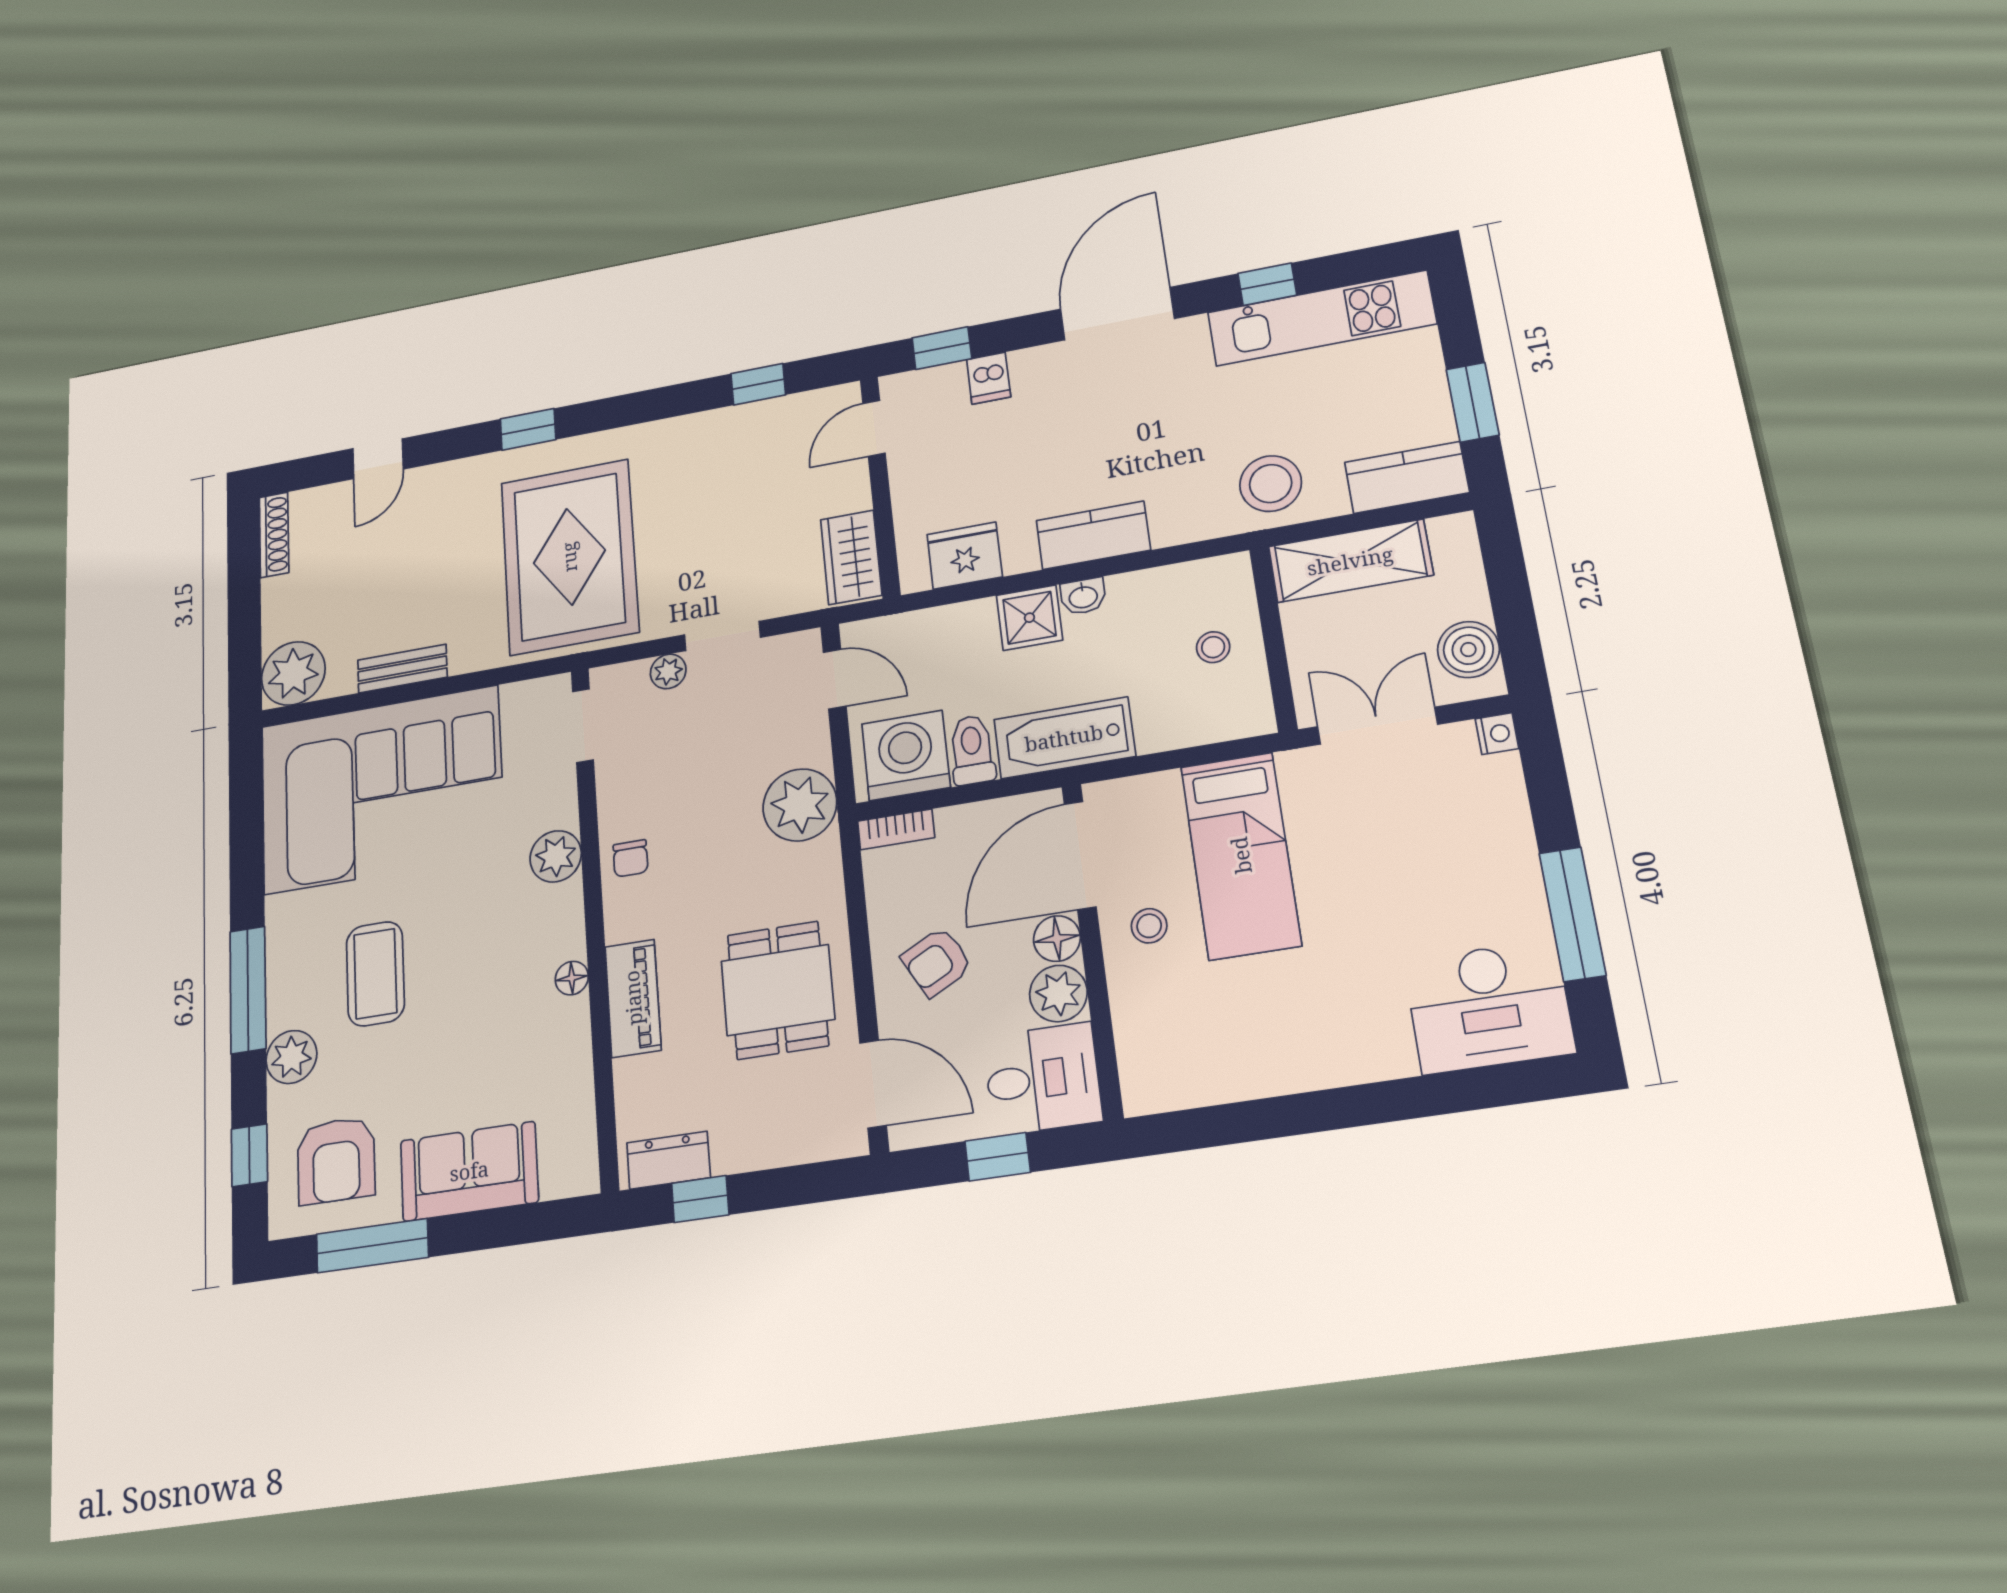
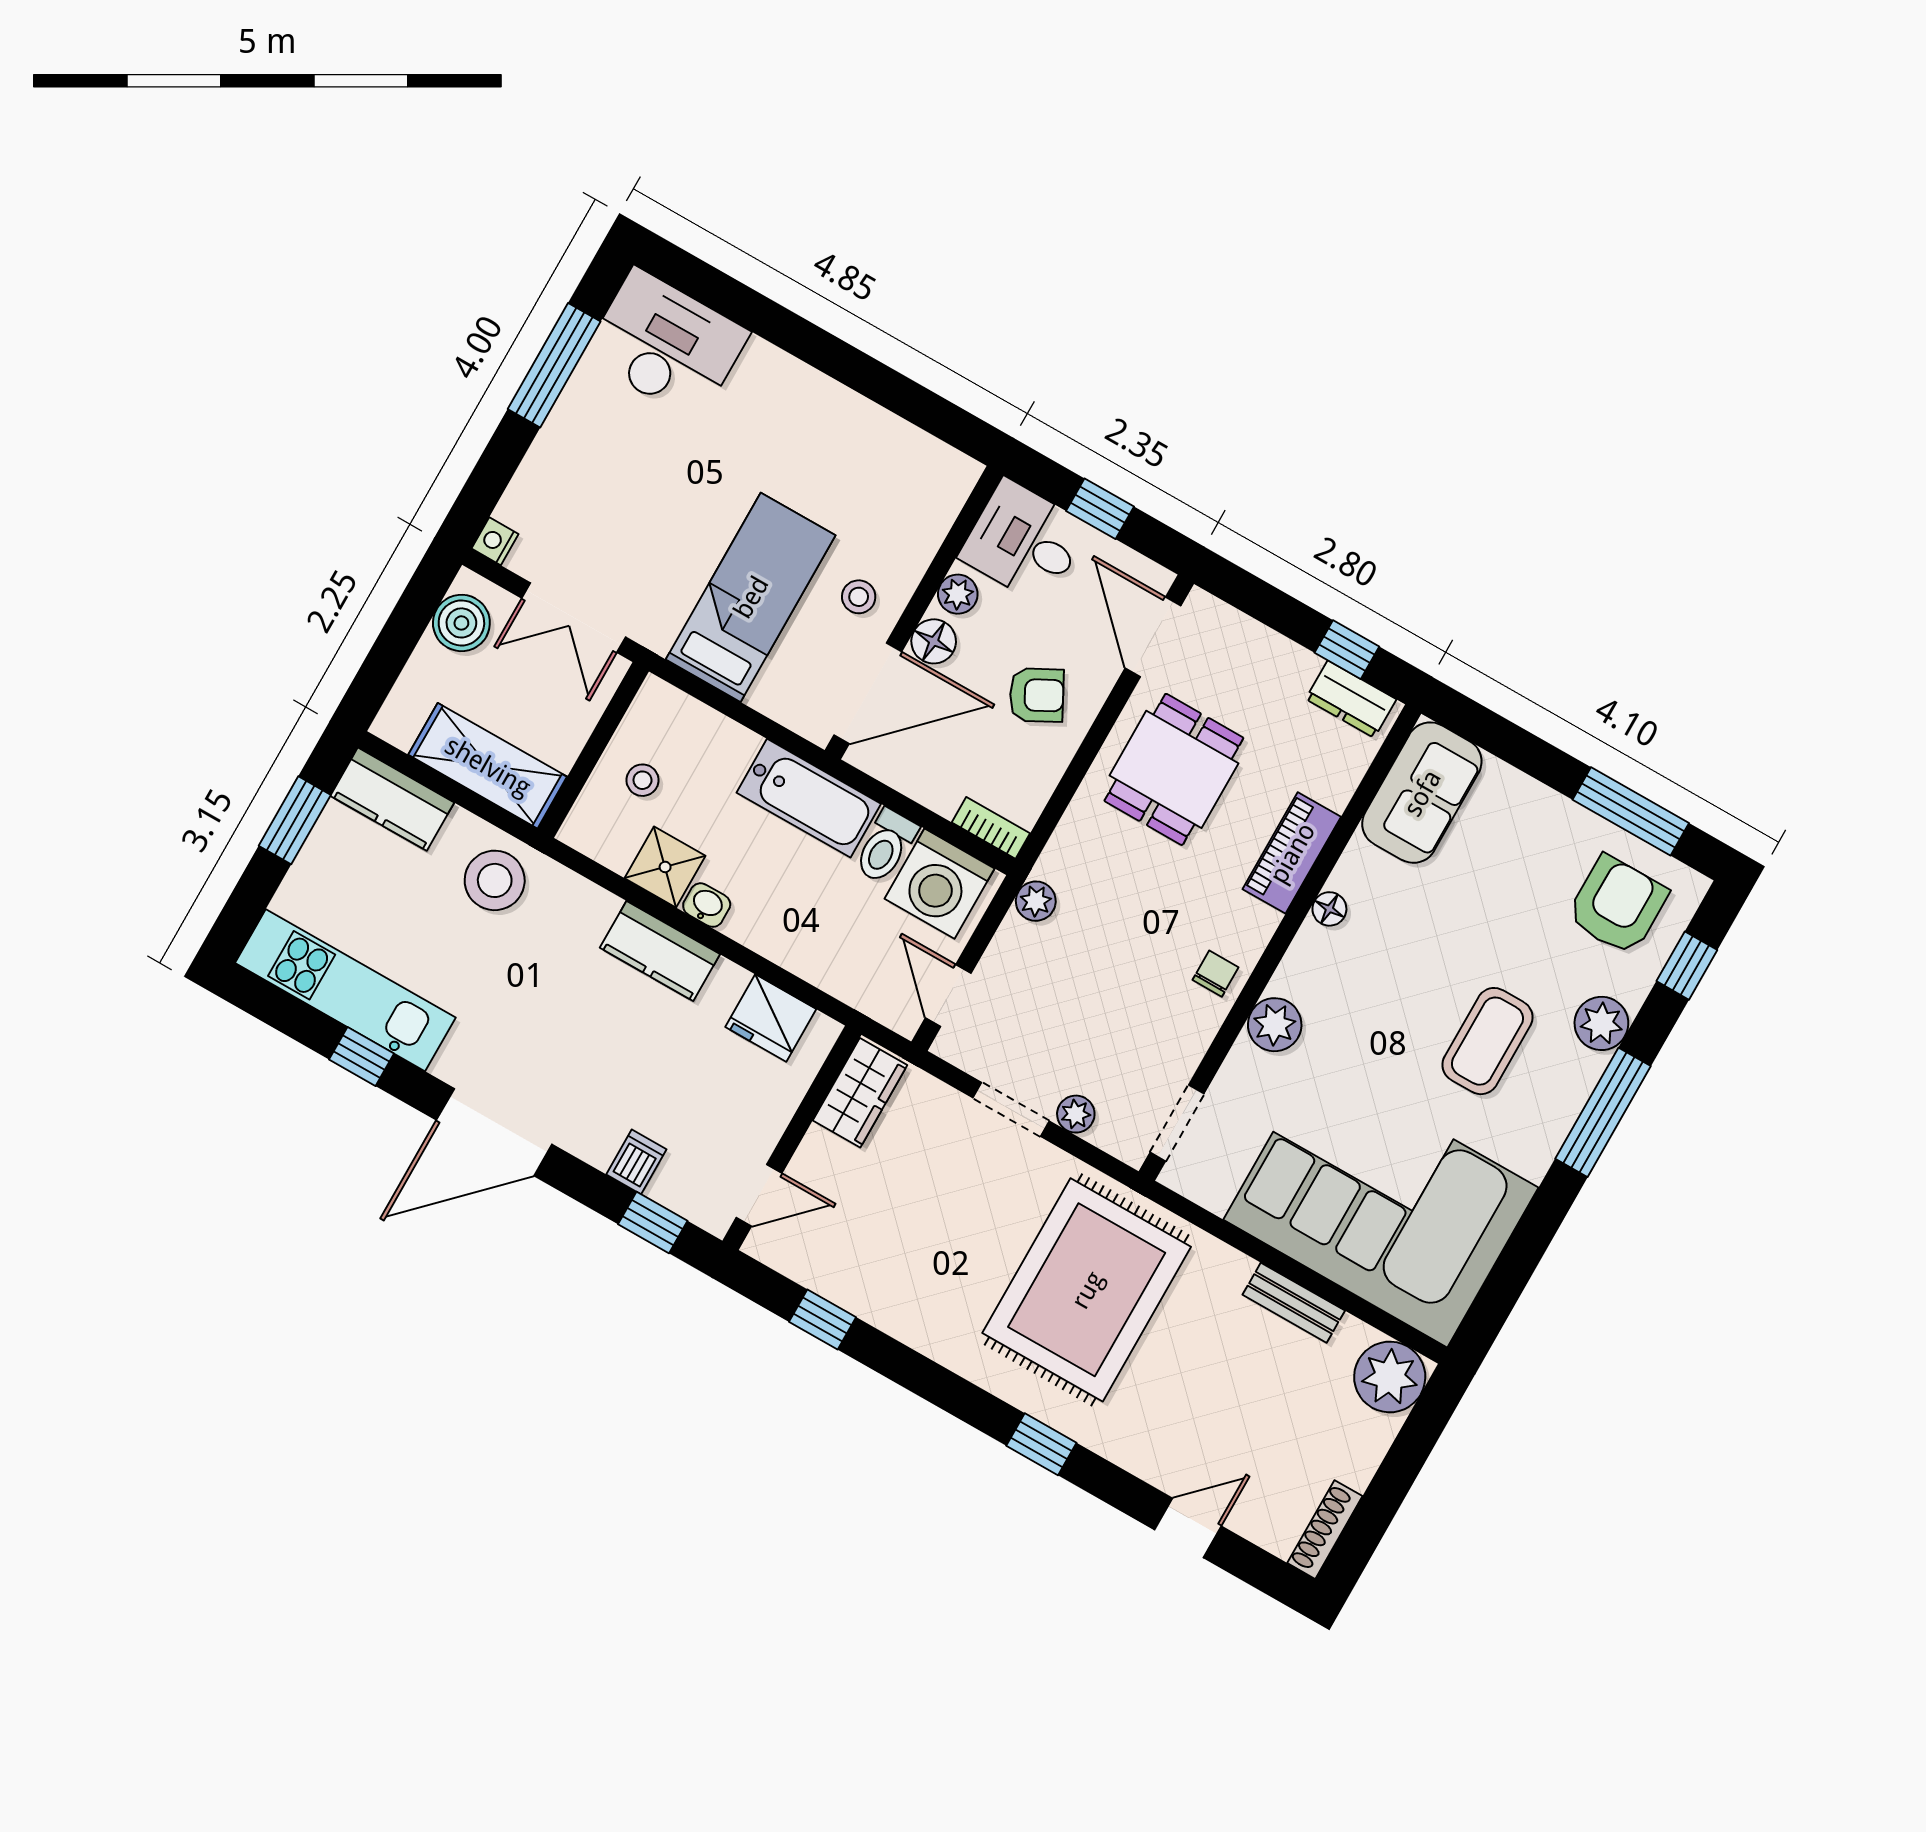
shower: (1029, 618) -> (665, 867), moved
plant: (800, 805) -> (1036, 901), width x0.53, depth x0.53
plant: (1058, 993) -> (958, 594), width x0.73, depth x0.73
sofa: (469, 1171) -> (1422, 793), moved, turned -90

